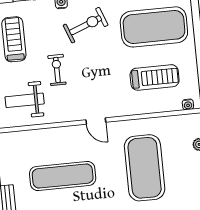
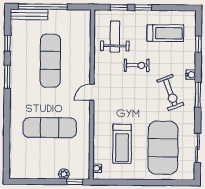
exercise mat: (145, 168) -> (50, 128), width x0.68

